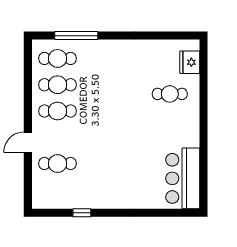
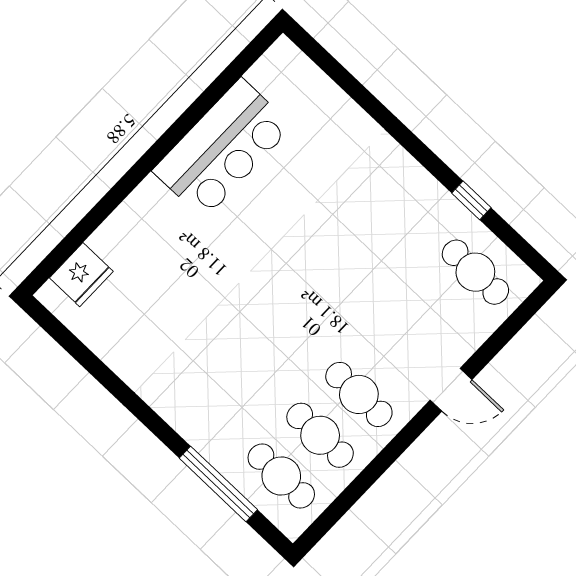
cafe table: (170, 94) -> (159, 255), removed
cafe table: (58, 164) -> (475, 272), moved
bar counter: (183, 178) -> (222, 149), moved

